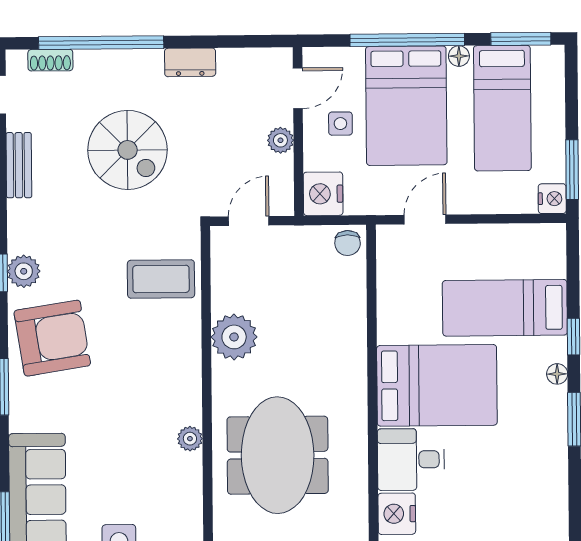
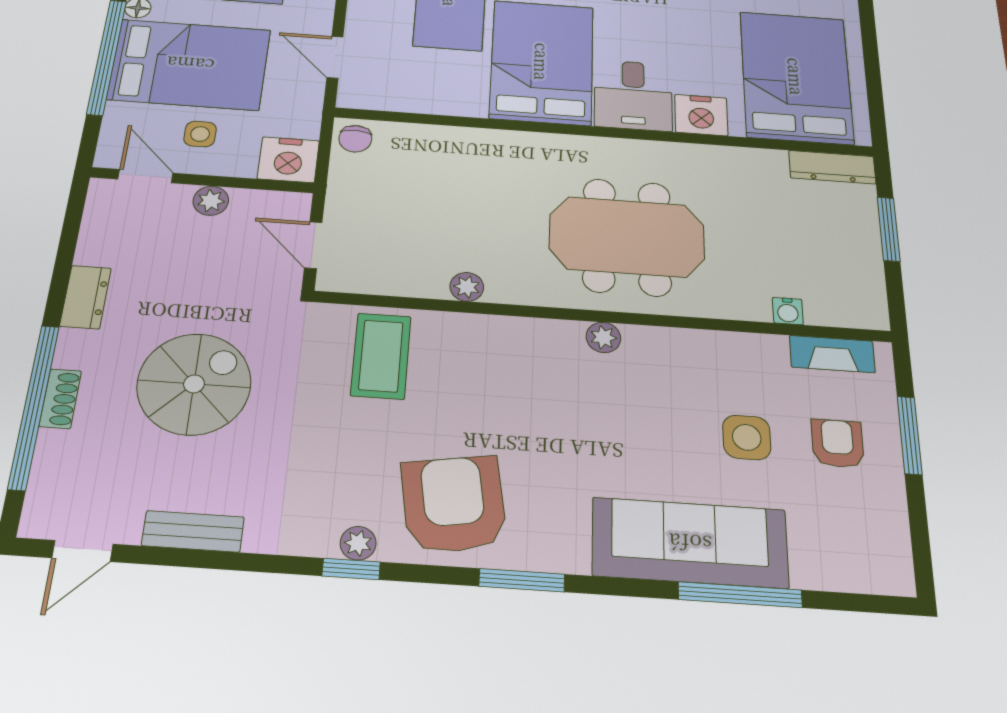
shoe rack: (50, 60) -> (60, 399), moved
chair: (348, 243) -> (355, 139), turned 92
plant: (24, 271) -> (358, 543), width x0.73, depth x0.73
plant: (234, 337) -> (467, 287), width x0.53, depth x0.53

